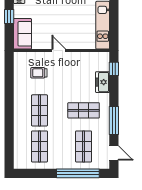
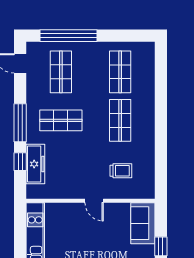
window: (114, 69) -> (20, 162), moved
freezer: (103, 82) -> (35, 164), width x1.40
window: (114, 120) -> (20, 123), moved

